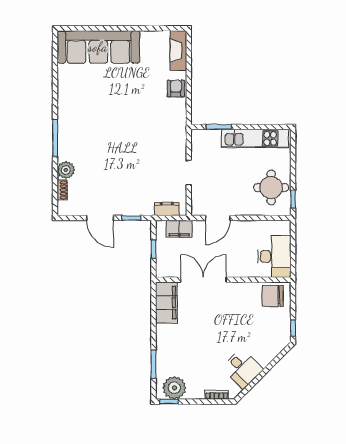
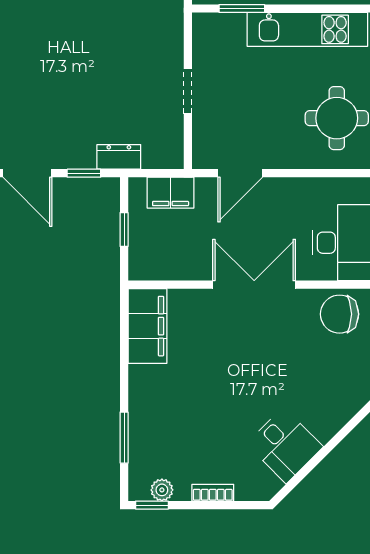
dresser: (167, 209) -> (119, 157), moved
double door: (203, 280) -> (254, 285), moved
plant: (174, 388) -> (162, 490), width x0.53, depth x0.53
bookcase: (217, 395) -> (213, 493), moved

